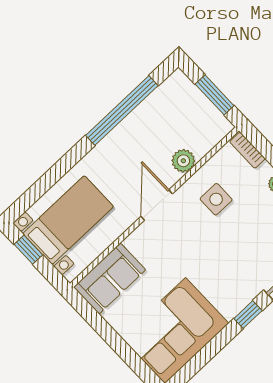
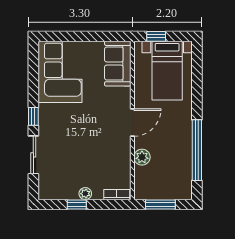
side table: (216, 199) -> (107, 155), removed
door: (157, 205) -> (132, 122), hinge flipped
window: (28, 250) -> (156, 36), moved

